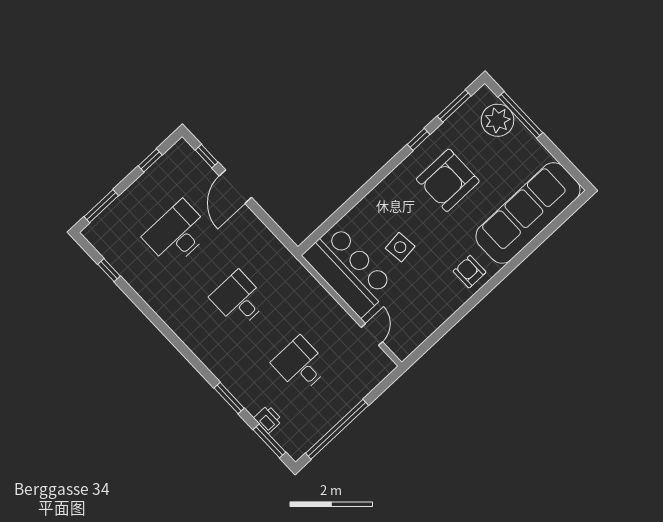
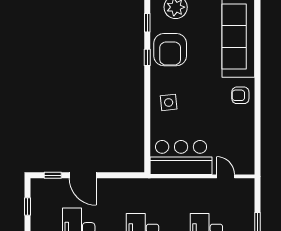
window: (454, 106) -> (147, 23), width x0.67
armchair: (448, 180) -> (170, 50), moved
side table: (400, 247) -> (169, 102), moved

